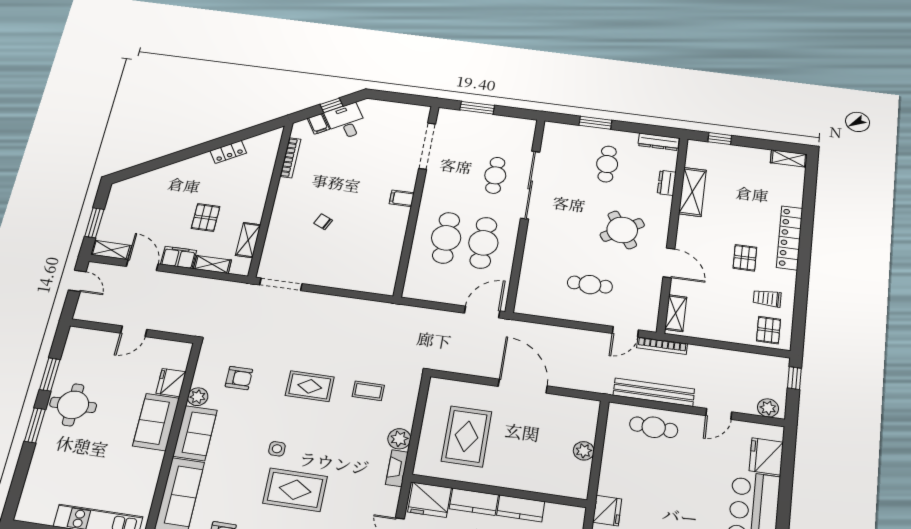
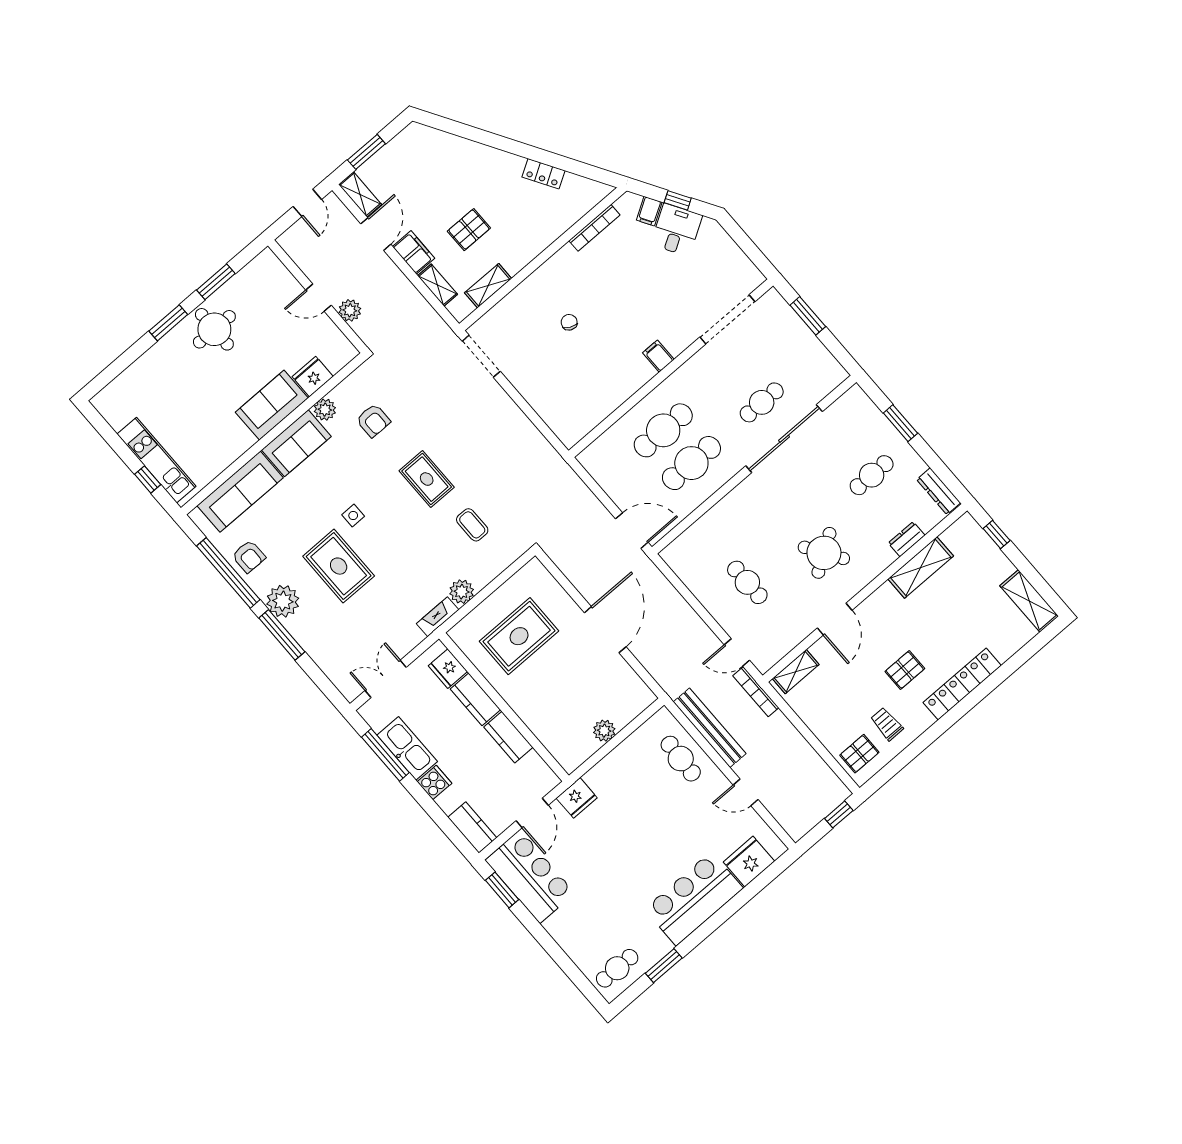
shelving: (789, 158) -> (1029, 601), width x1.50, depth x1.33
plant: (768, 408) -> (350, 310), moved
fridge: (429, 500) -> (448, 669), width x0.73, depth x0.75

